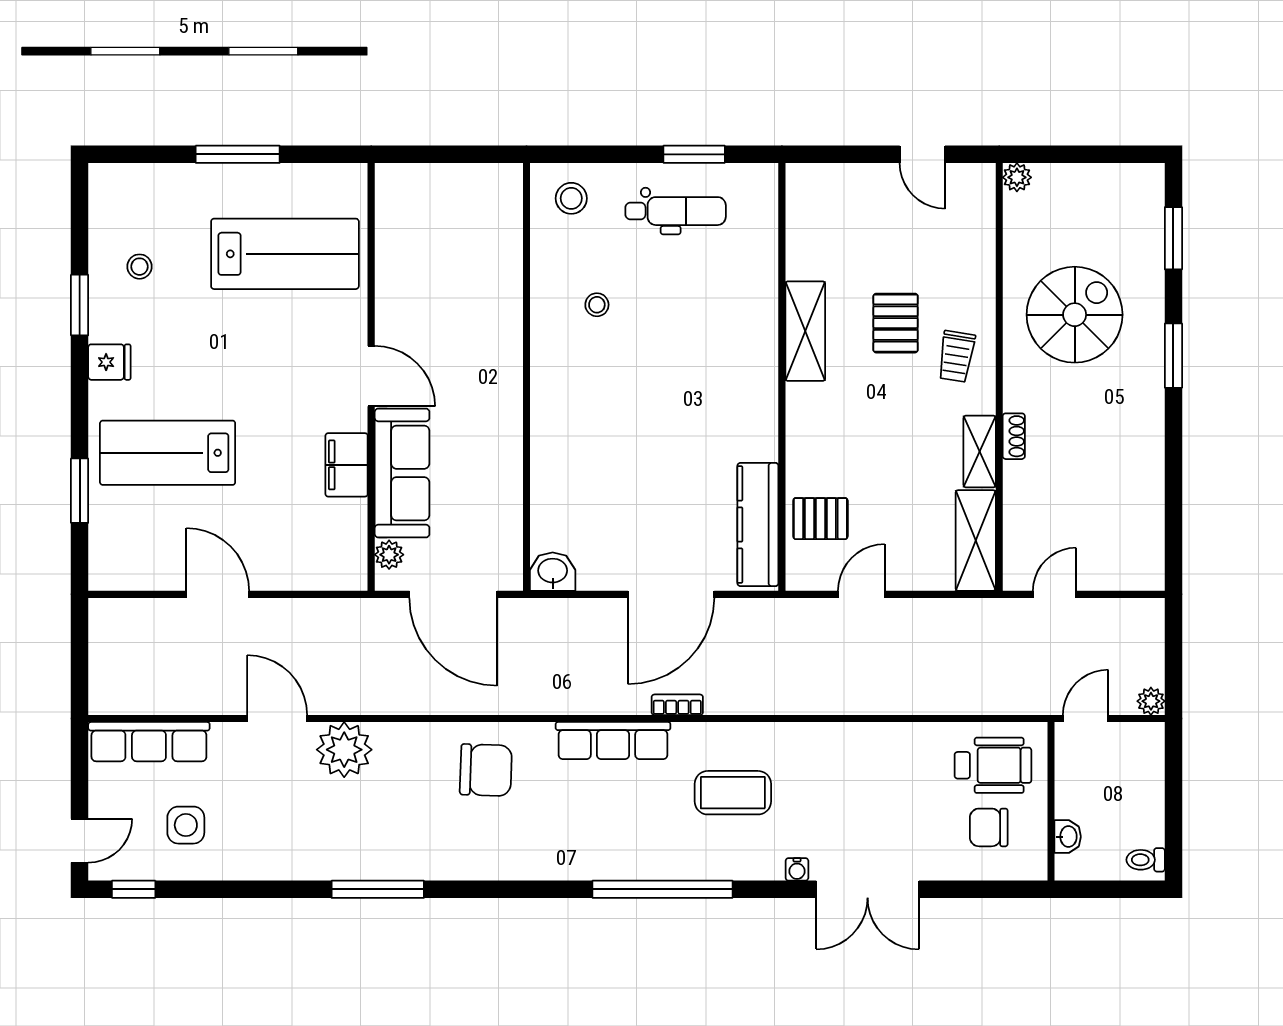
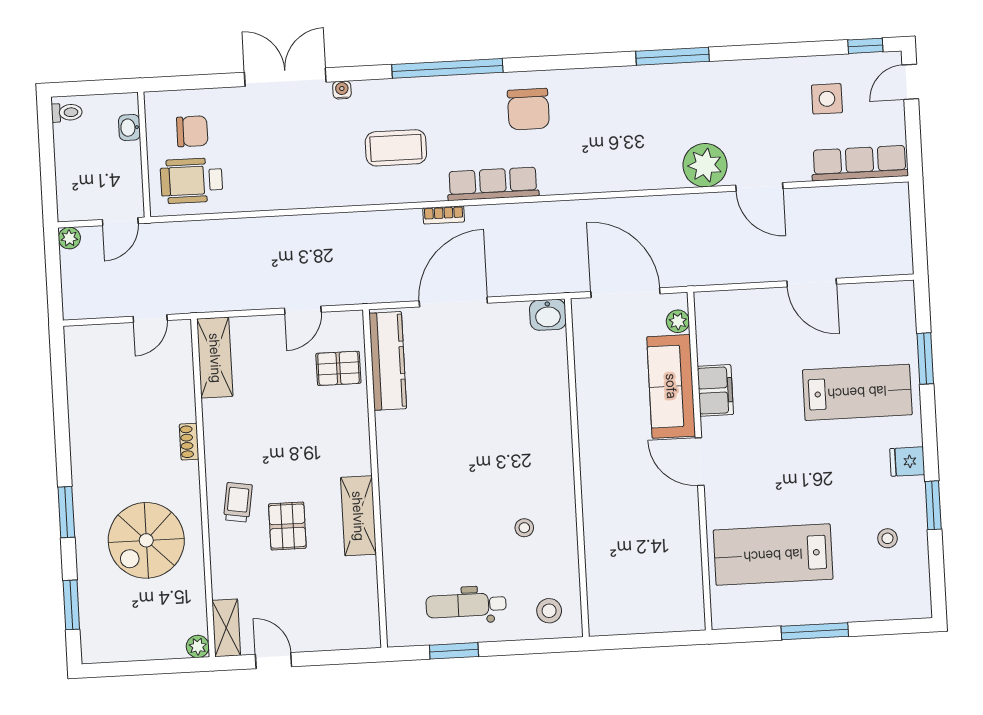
shelving: (980, 452) -> (226, 628), moved
chair: (486, 770) -> (528, 109), moved, turned -92

